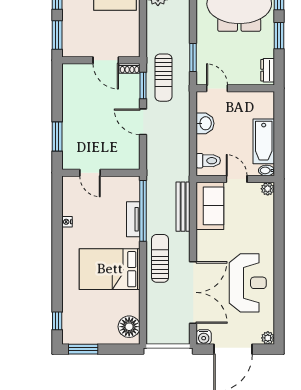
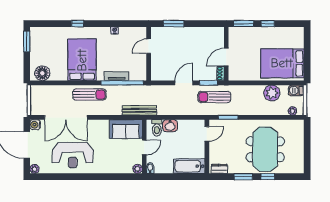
washbasin: (205, 123) -> (170, 126), moved
bathtub: (264, 141) -> (189, 166), moved
bench: (183, 207) -> (139, 110), moved
window: (57, 321) -> (78, 24), moved

